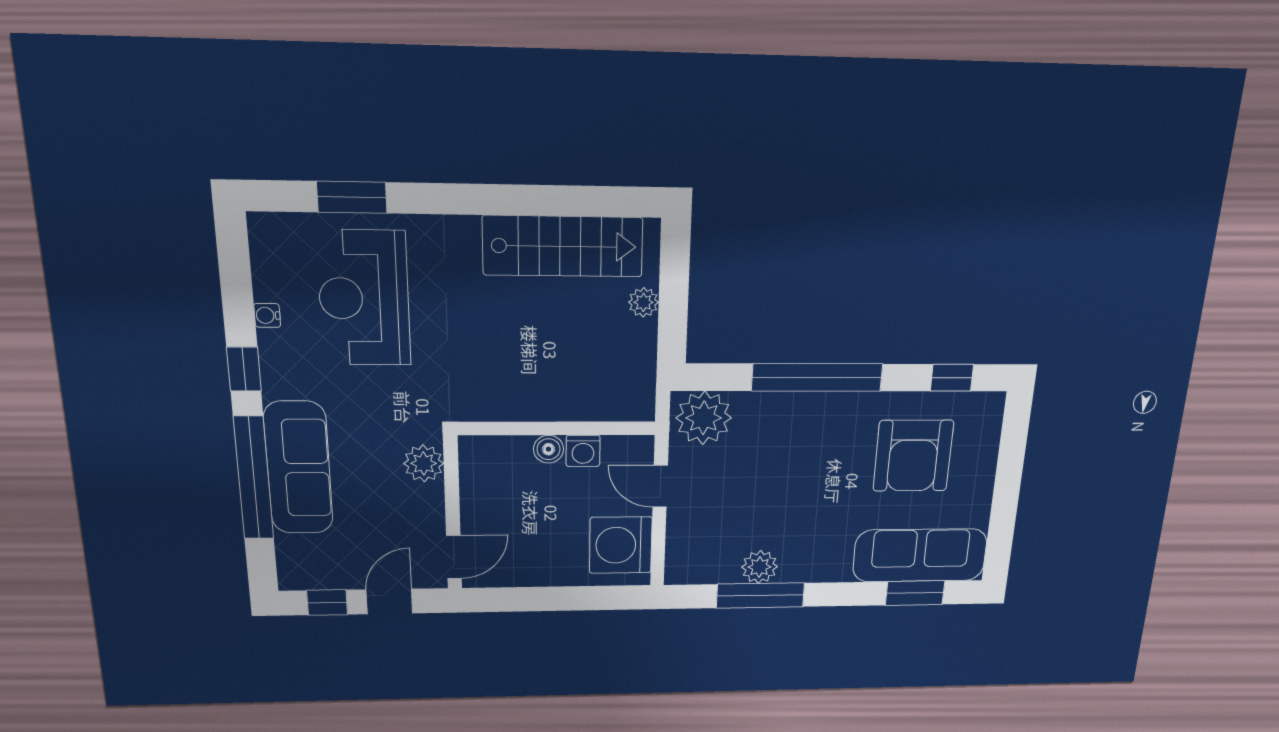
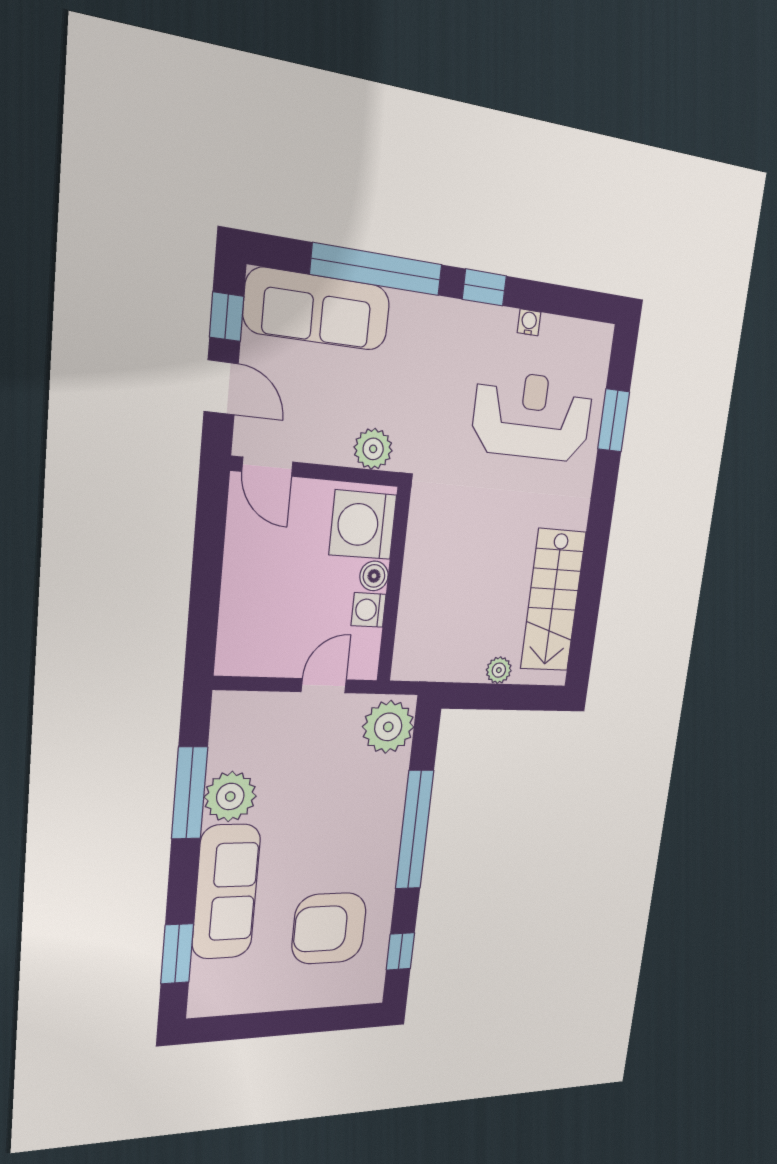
sofa: (299, 468) -> (317, 309), moved
washing machine: (621, 545) -> (363, 525), moved, turned -90
sofa: (920, 555) -> (226, 892), moved
plant: (759, 567) -> (230, 797), width x1.36, depth x1.36

